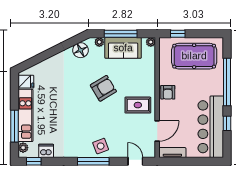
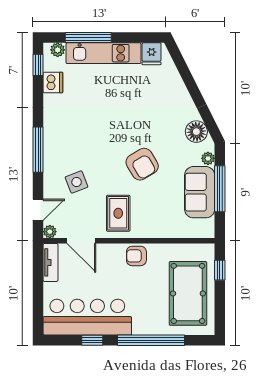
plant: (151, 42) -> (50, 232), moved
side table: (101, 146) -> (77, 182), moved

